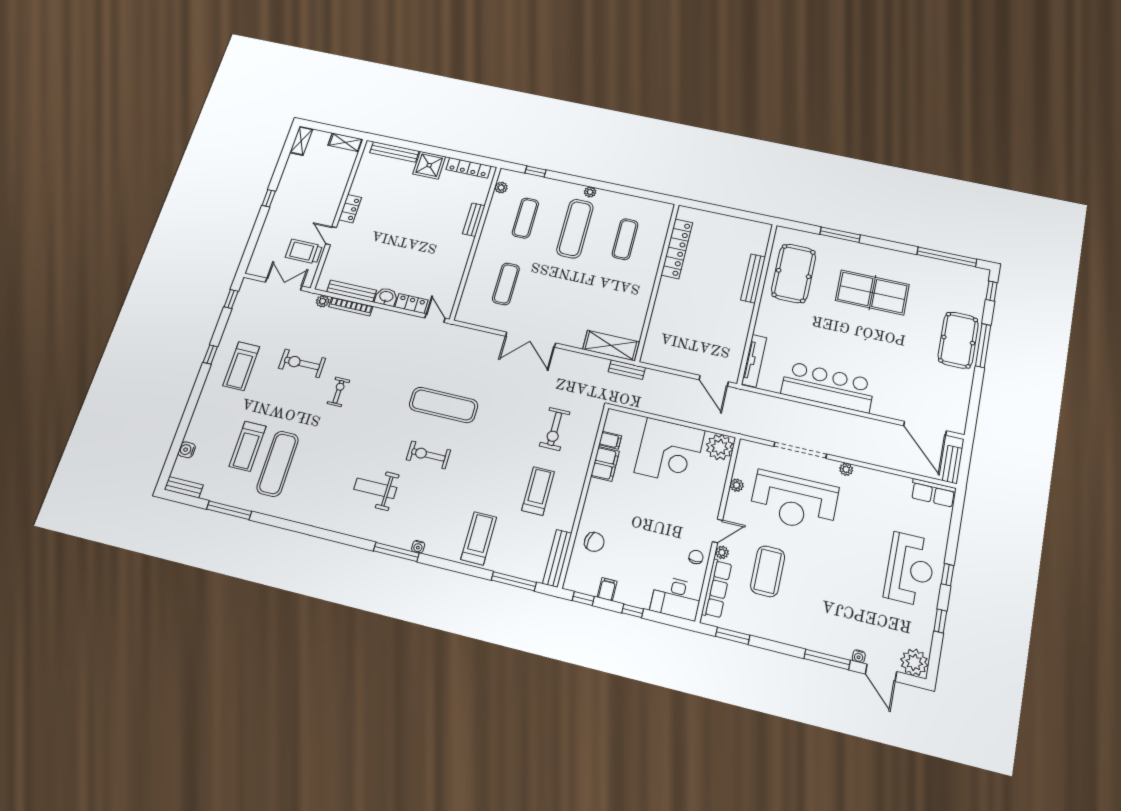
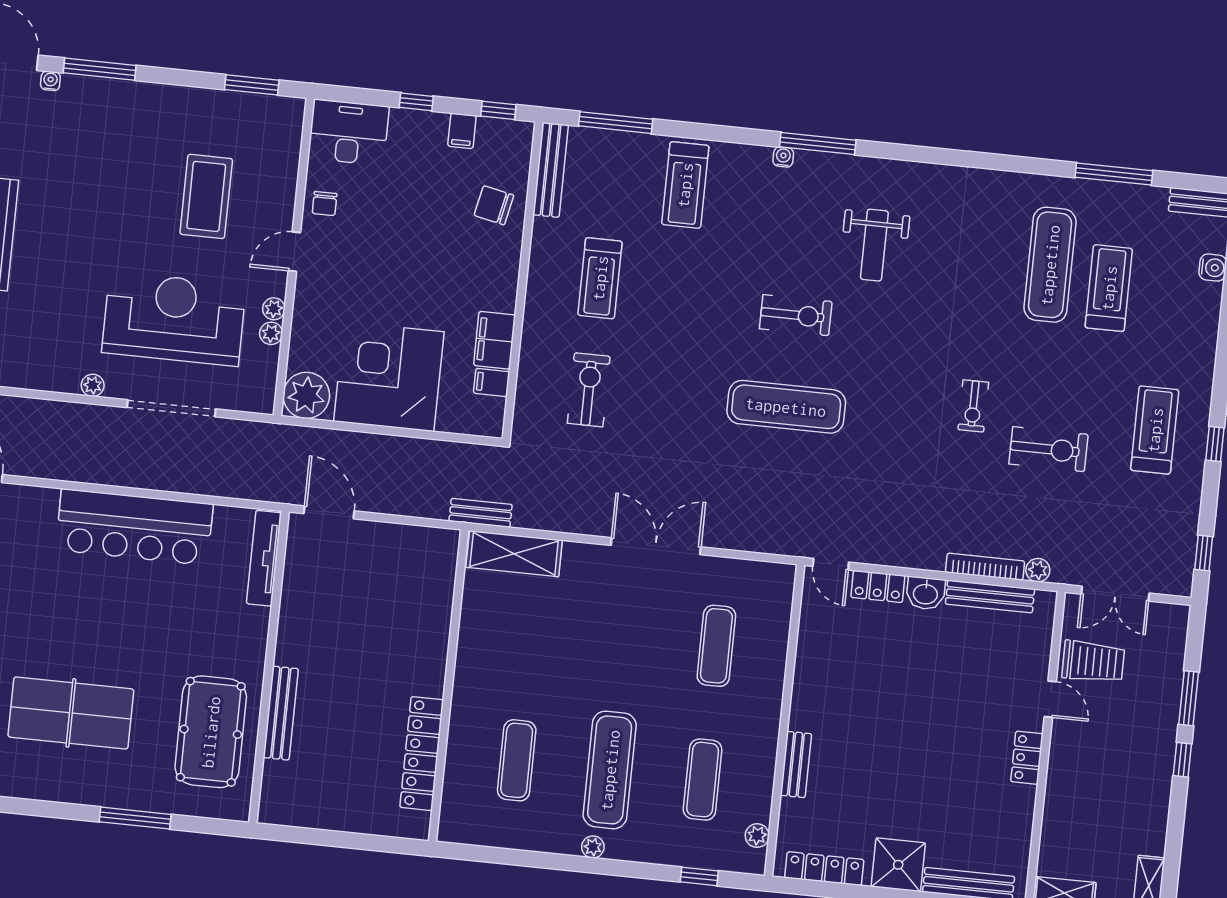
window: (258, 228) -> (1189, 698), added
weight bench: (375, 488) -> (874, 245), turned 90
plant: (722, 552) -> (274, 309), moved
row of seats: (717, 589) -> (285, 157), removed

